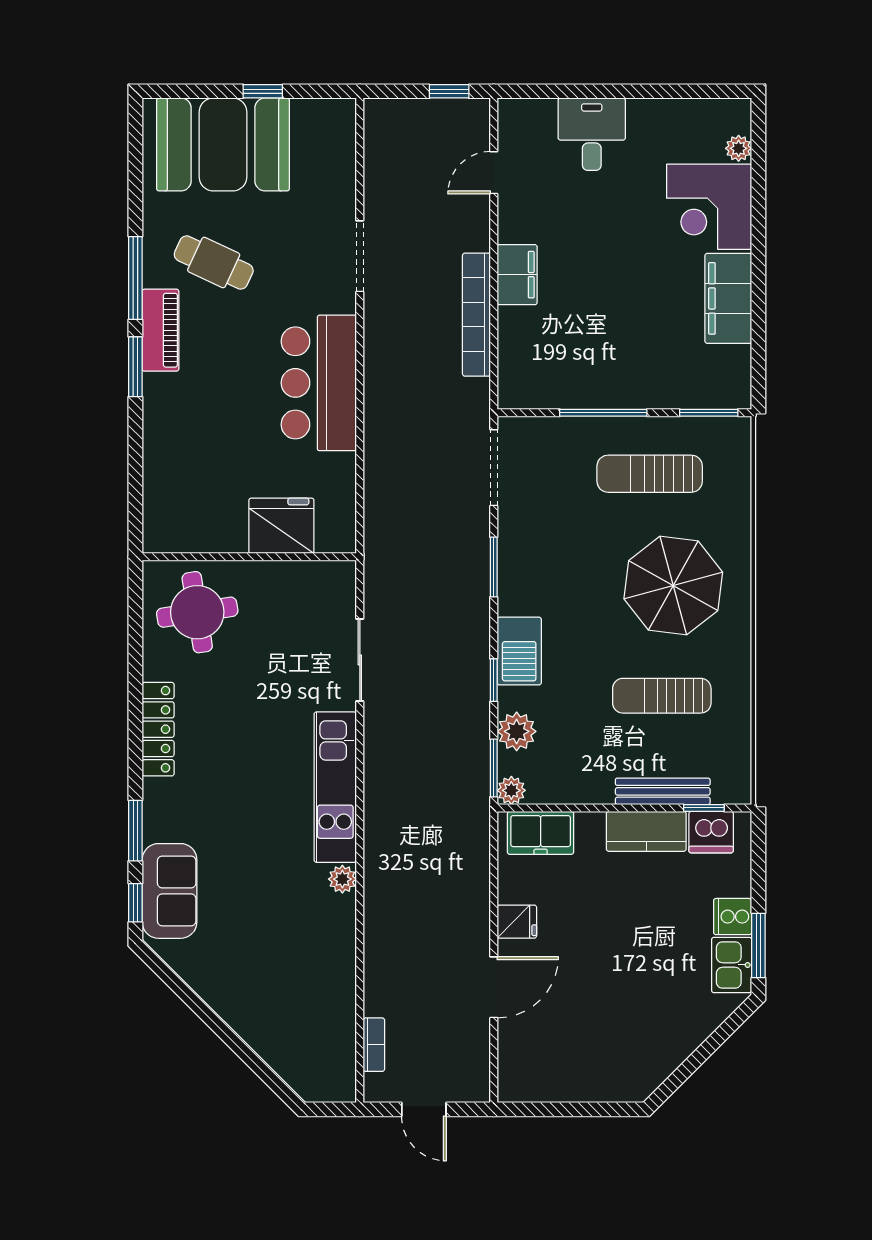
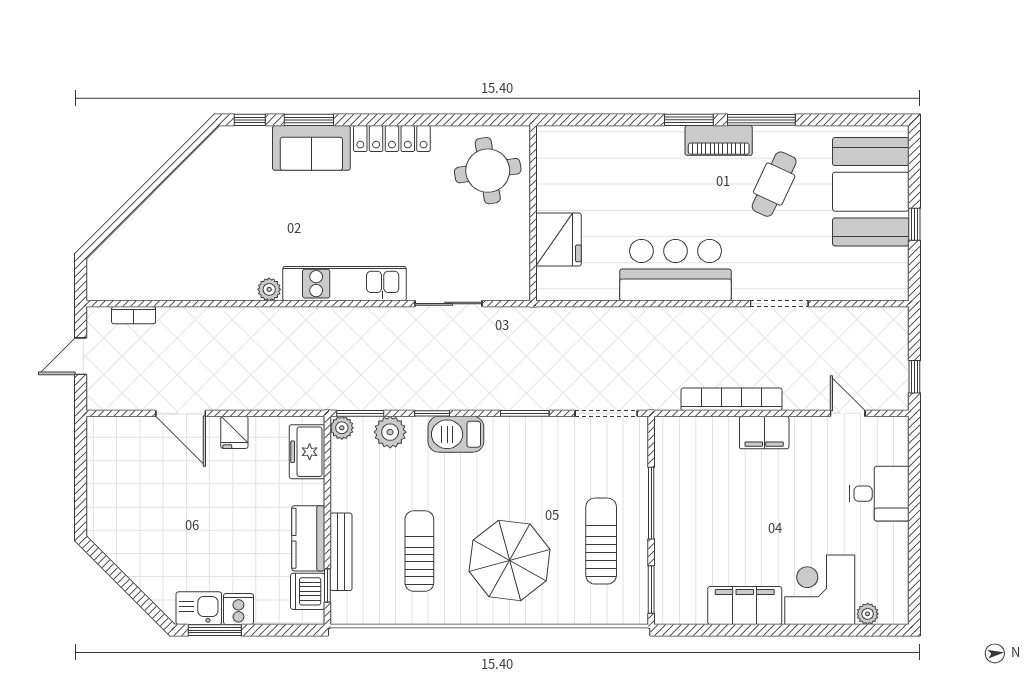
sofa: (170, 891) -> (311, 148), moved

